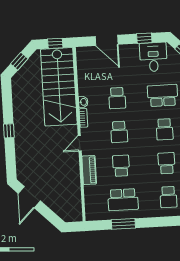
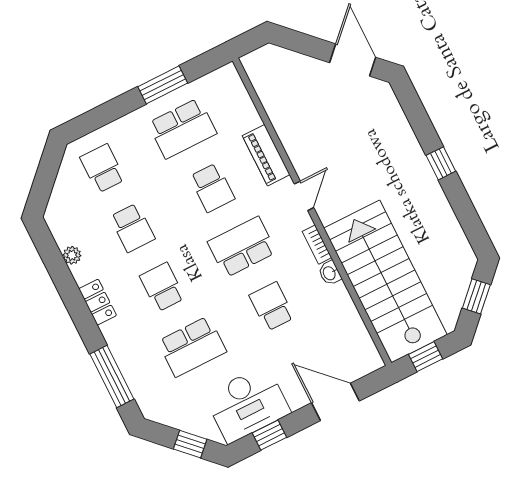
desk: (153, 57) -> (247, 404), width x1.37
school desk: (119, 132) -> (242, 247), width x1.85
school desk: (123, 200) -> (182, 128), turned 180

